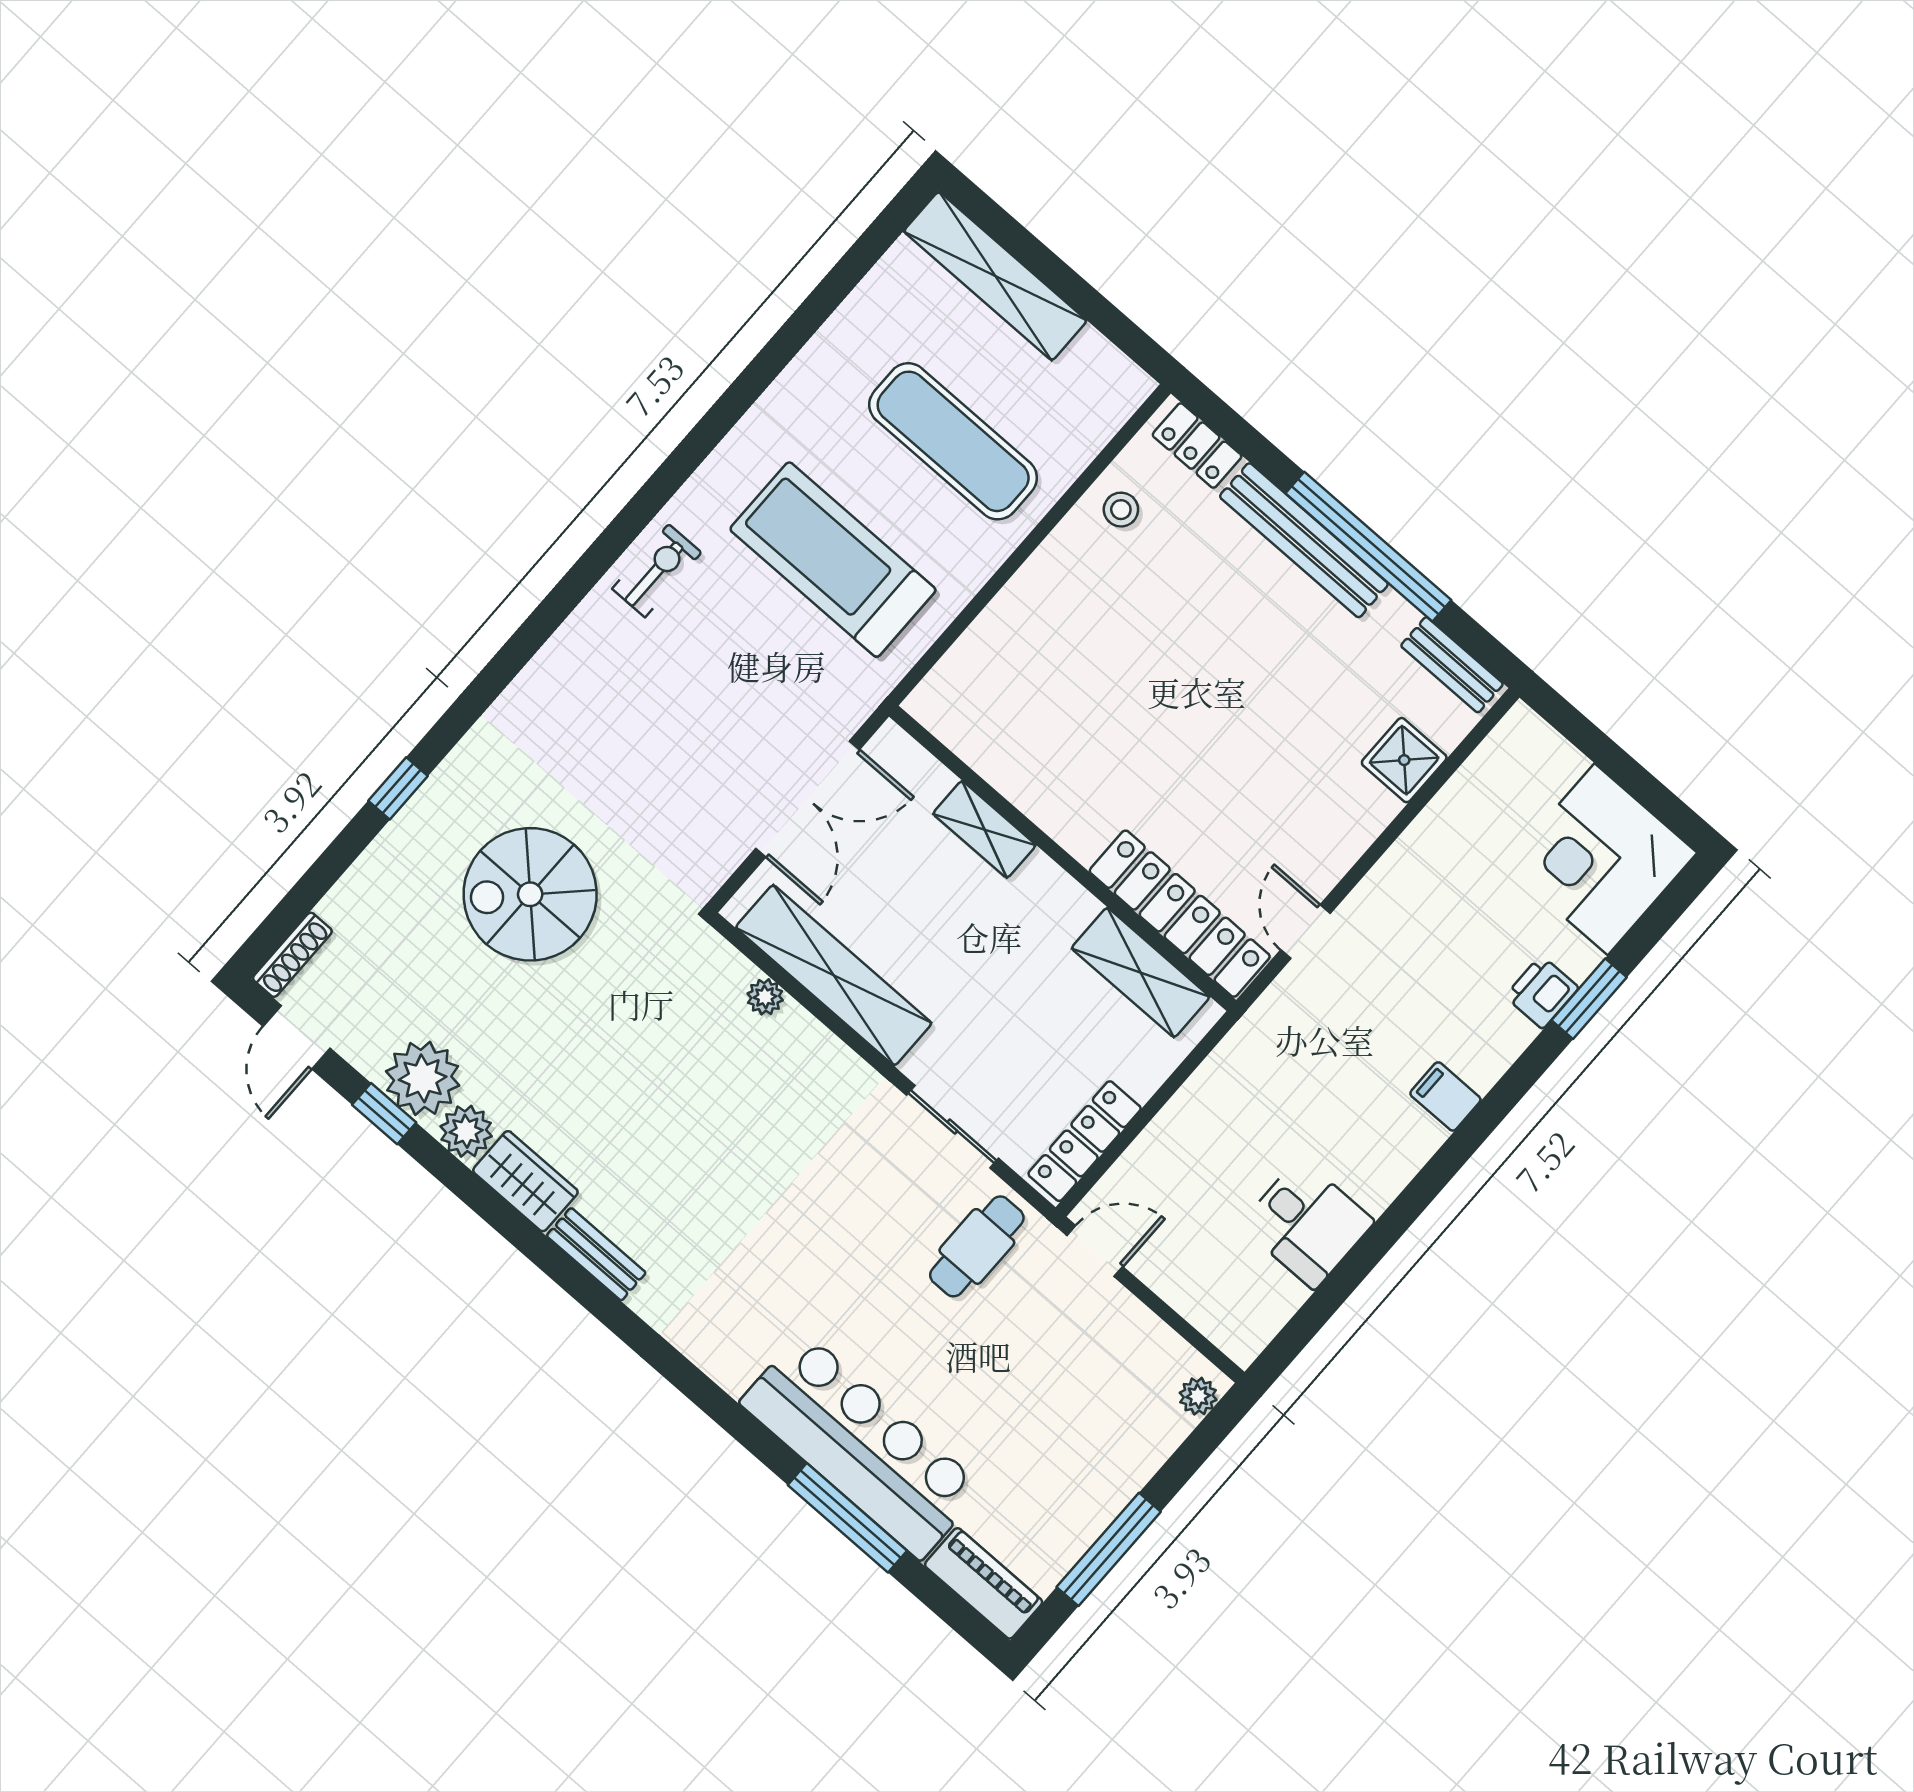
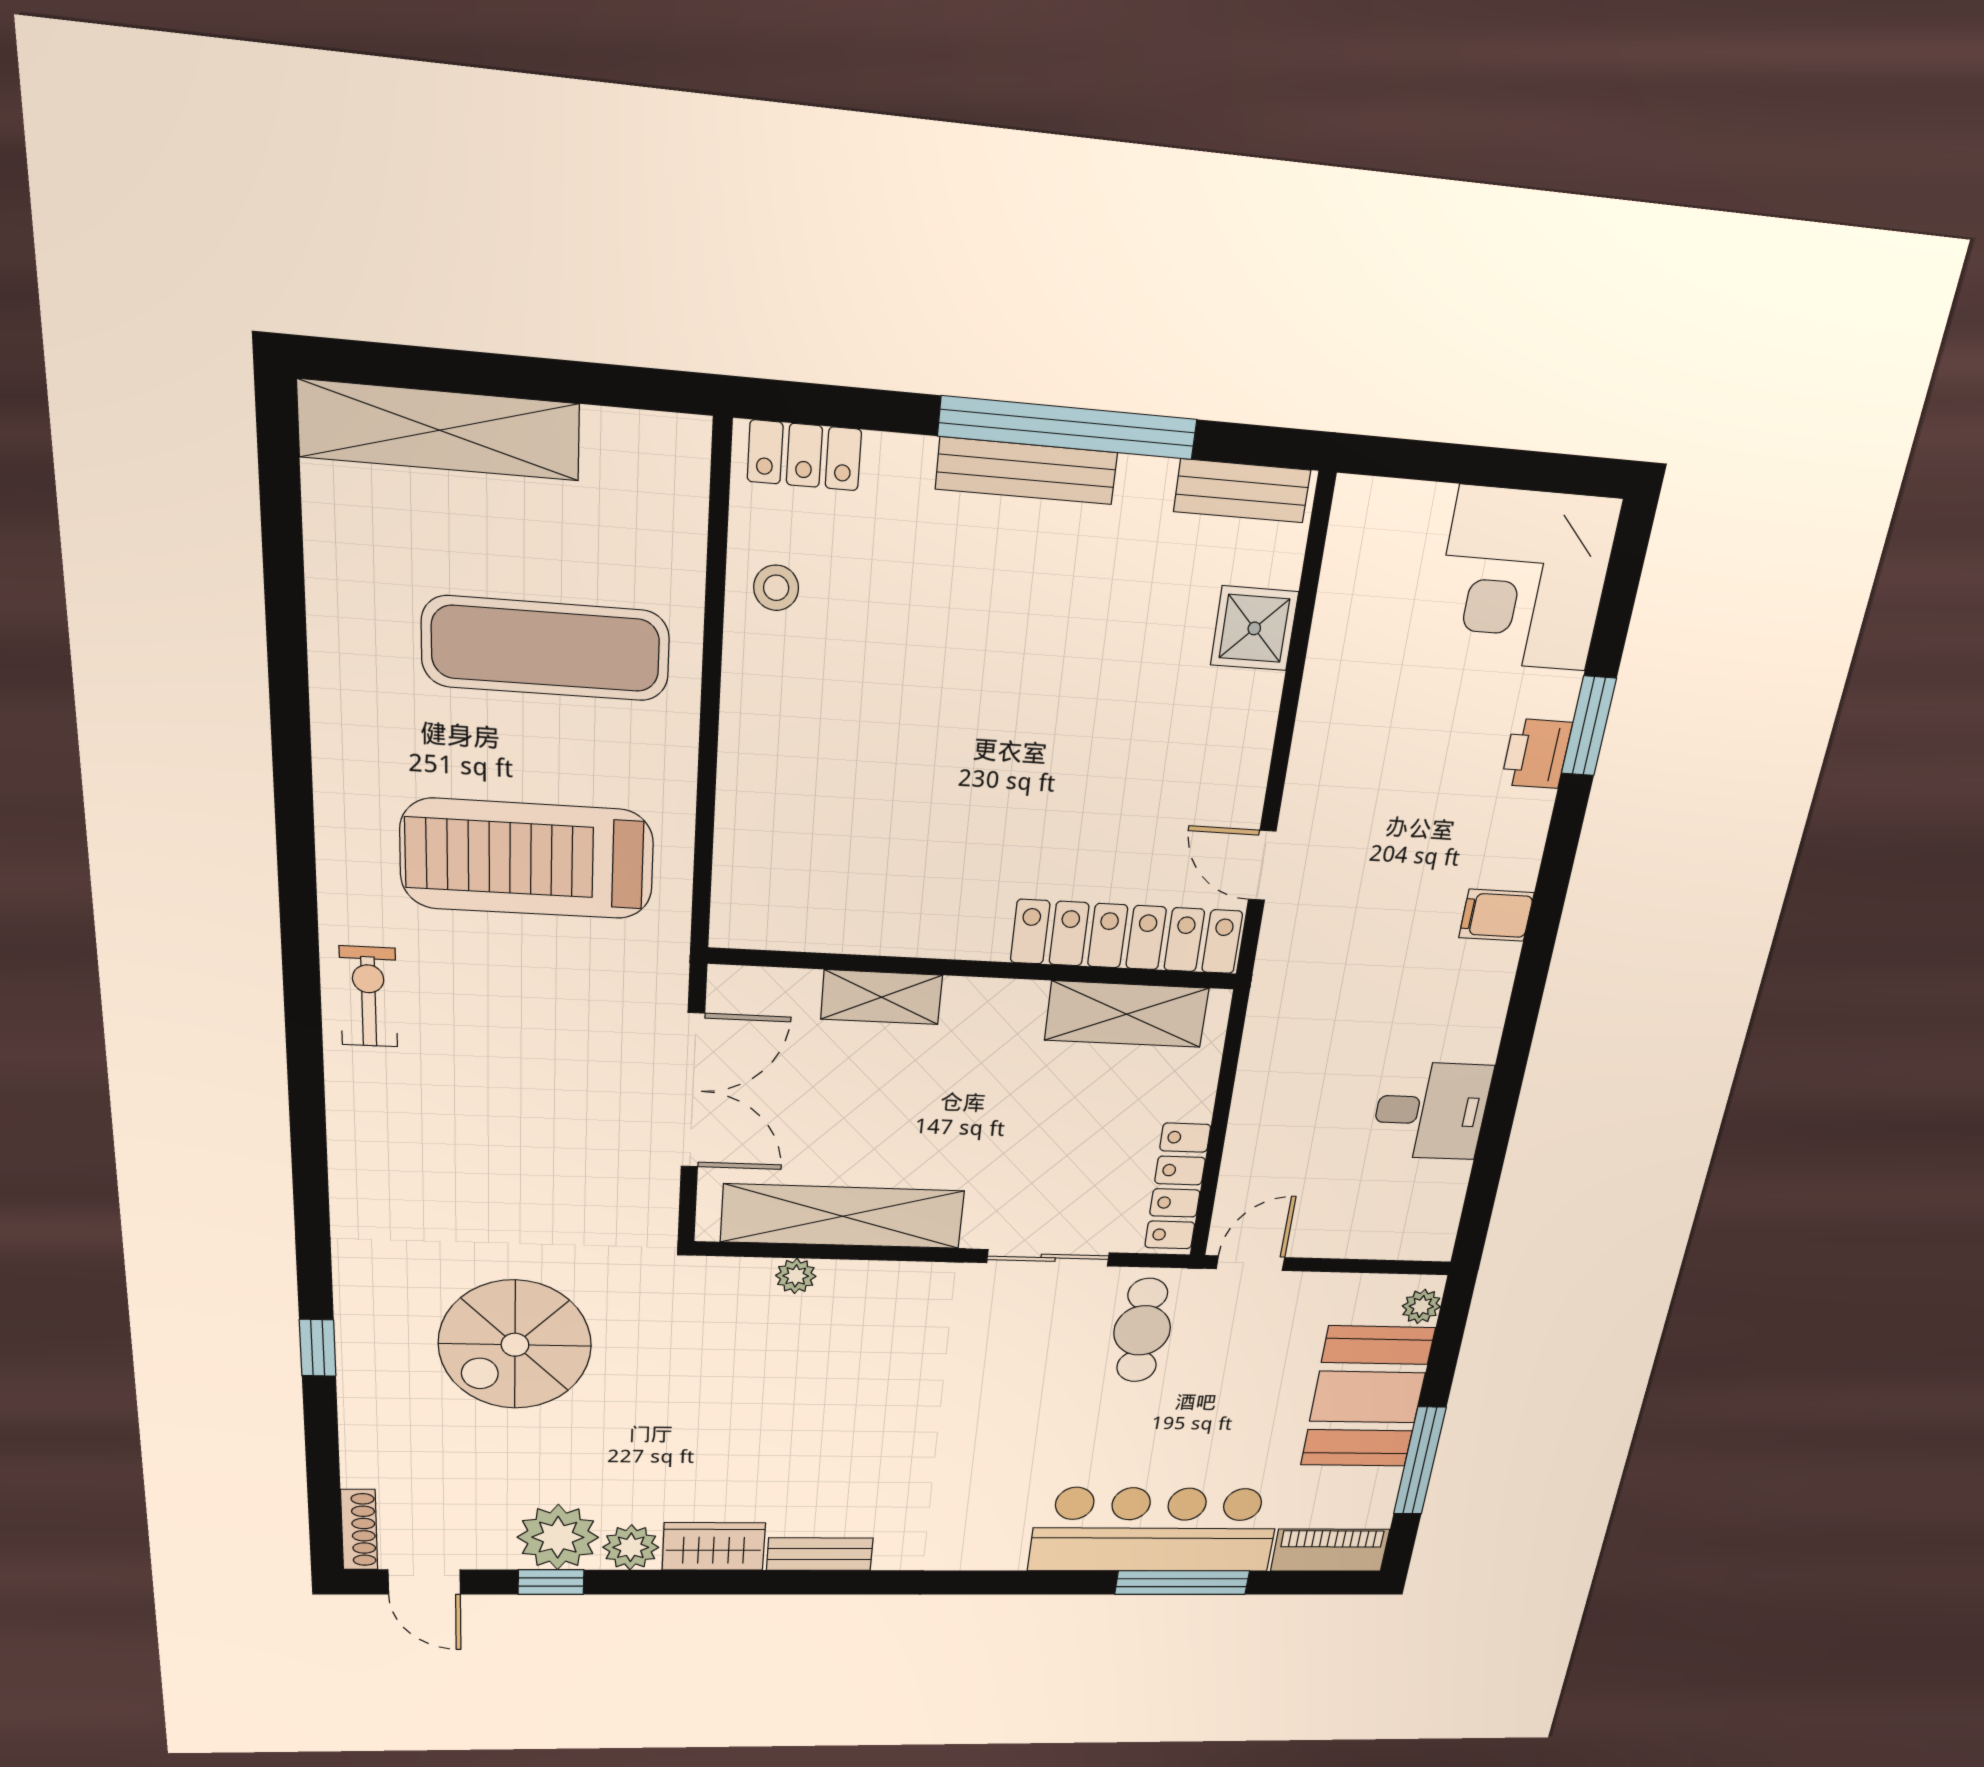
bench: (1304, 540) -> (1027, 471), width x0.73, depth x0.82
booth: (1106, 1450) -> (1367, 1397), added

